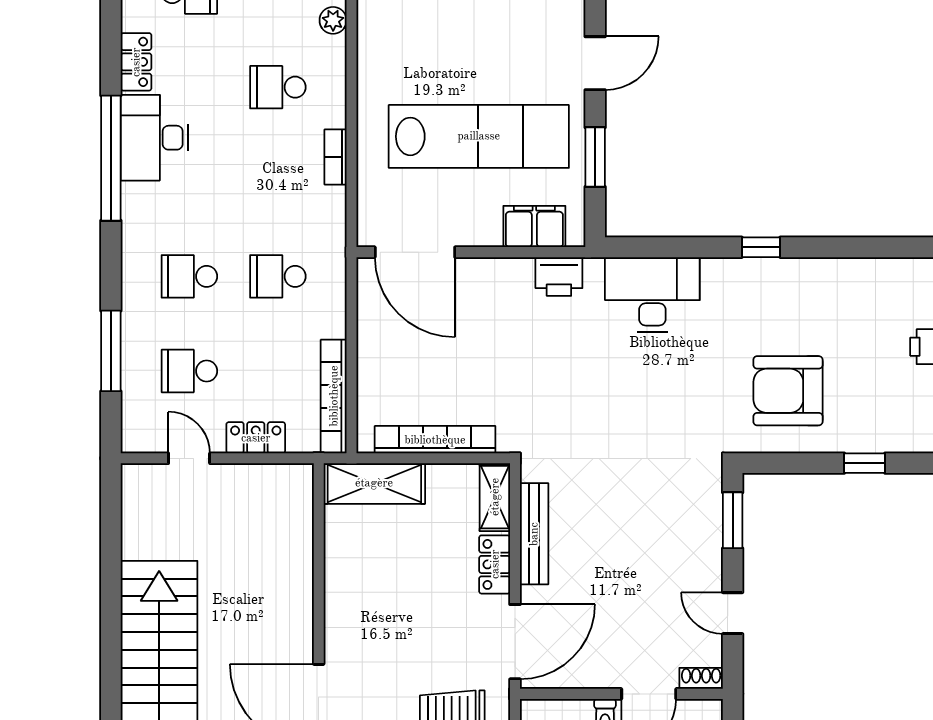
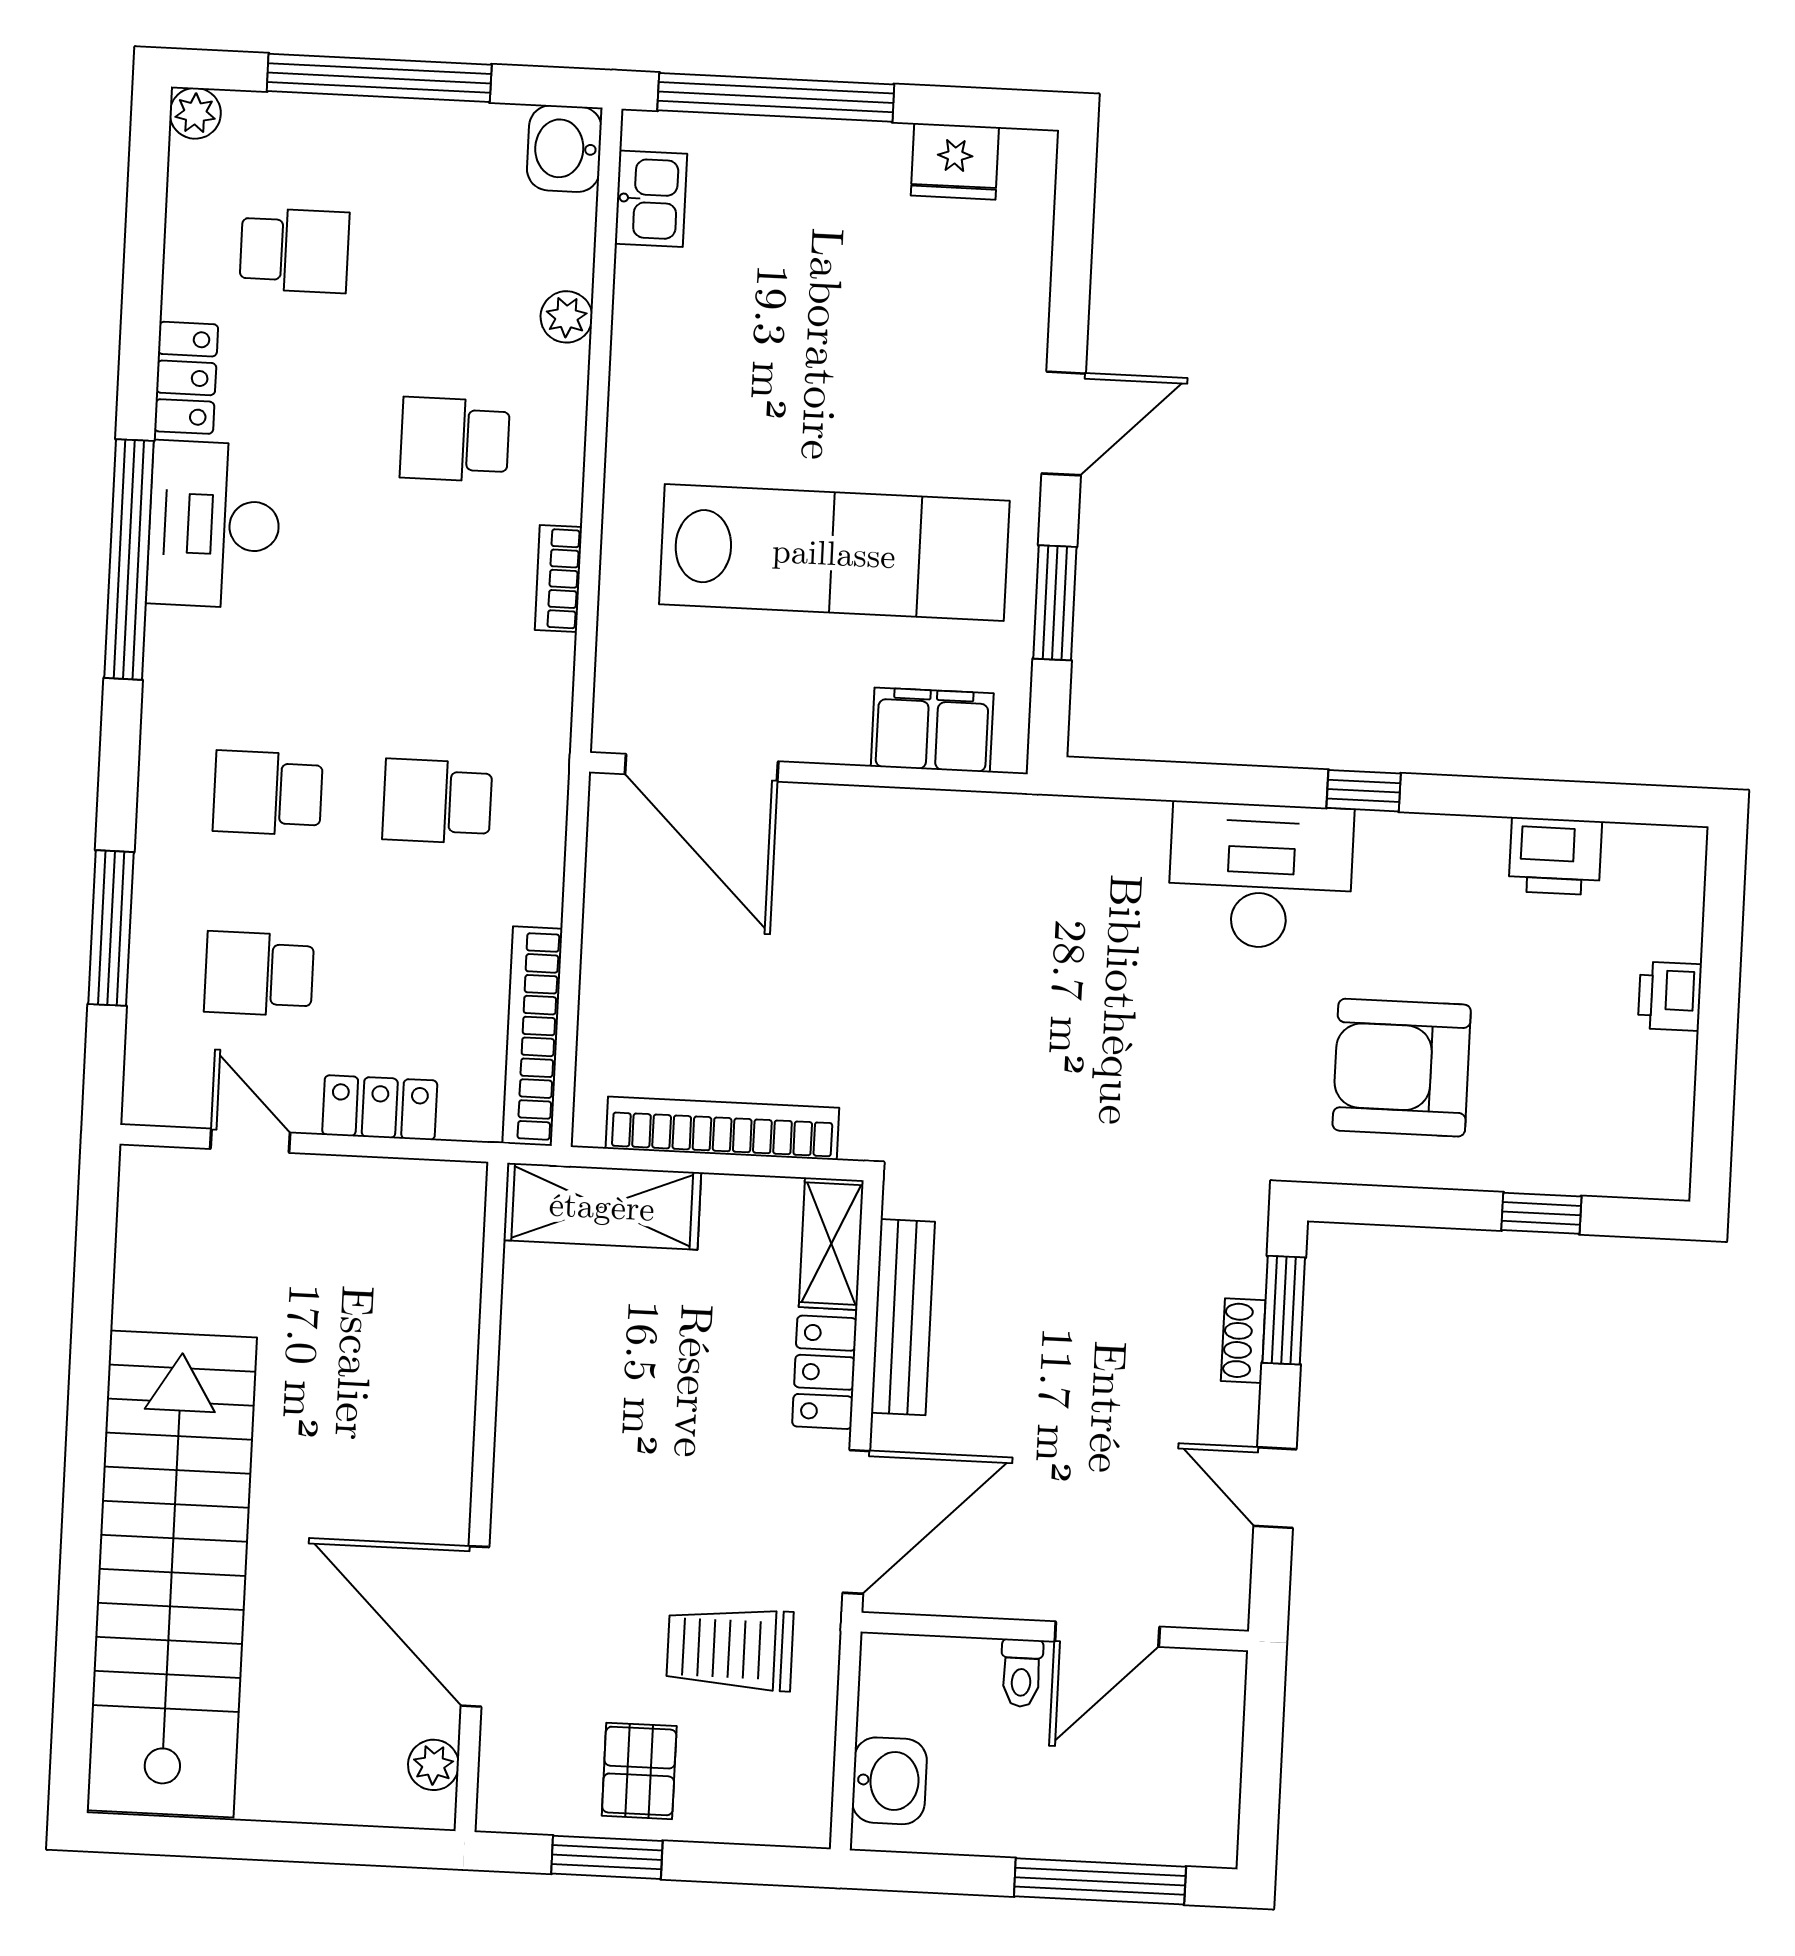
printer: (559, 276) -> (1555, 856), moved
desk: (652, 294) -> (1260, 876), moved
shoe rack: (701, 678) -> (1243, 1341), moved, turned -90

